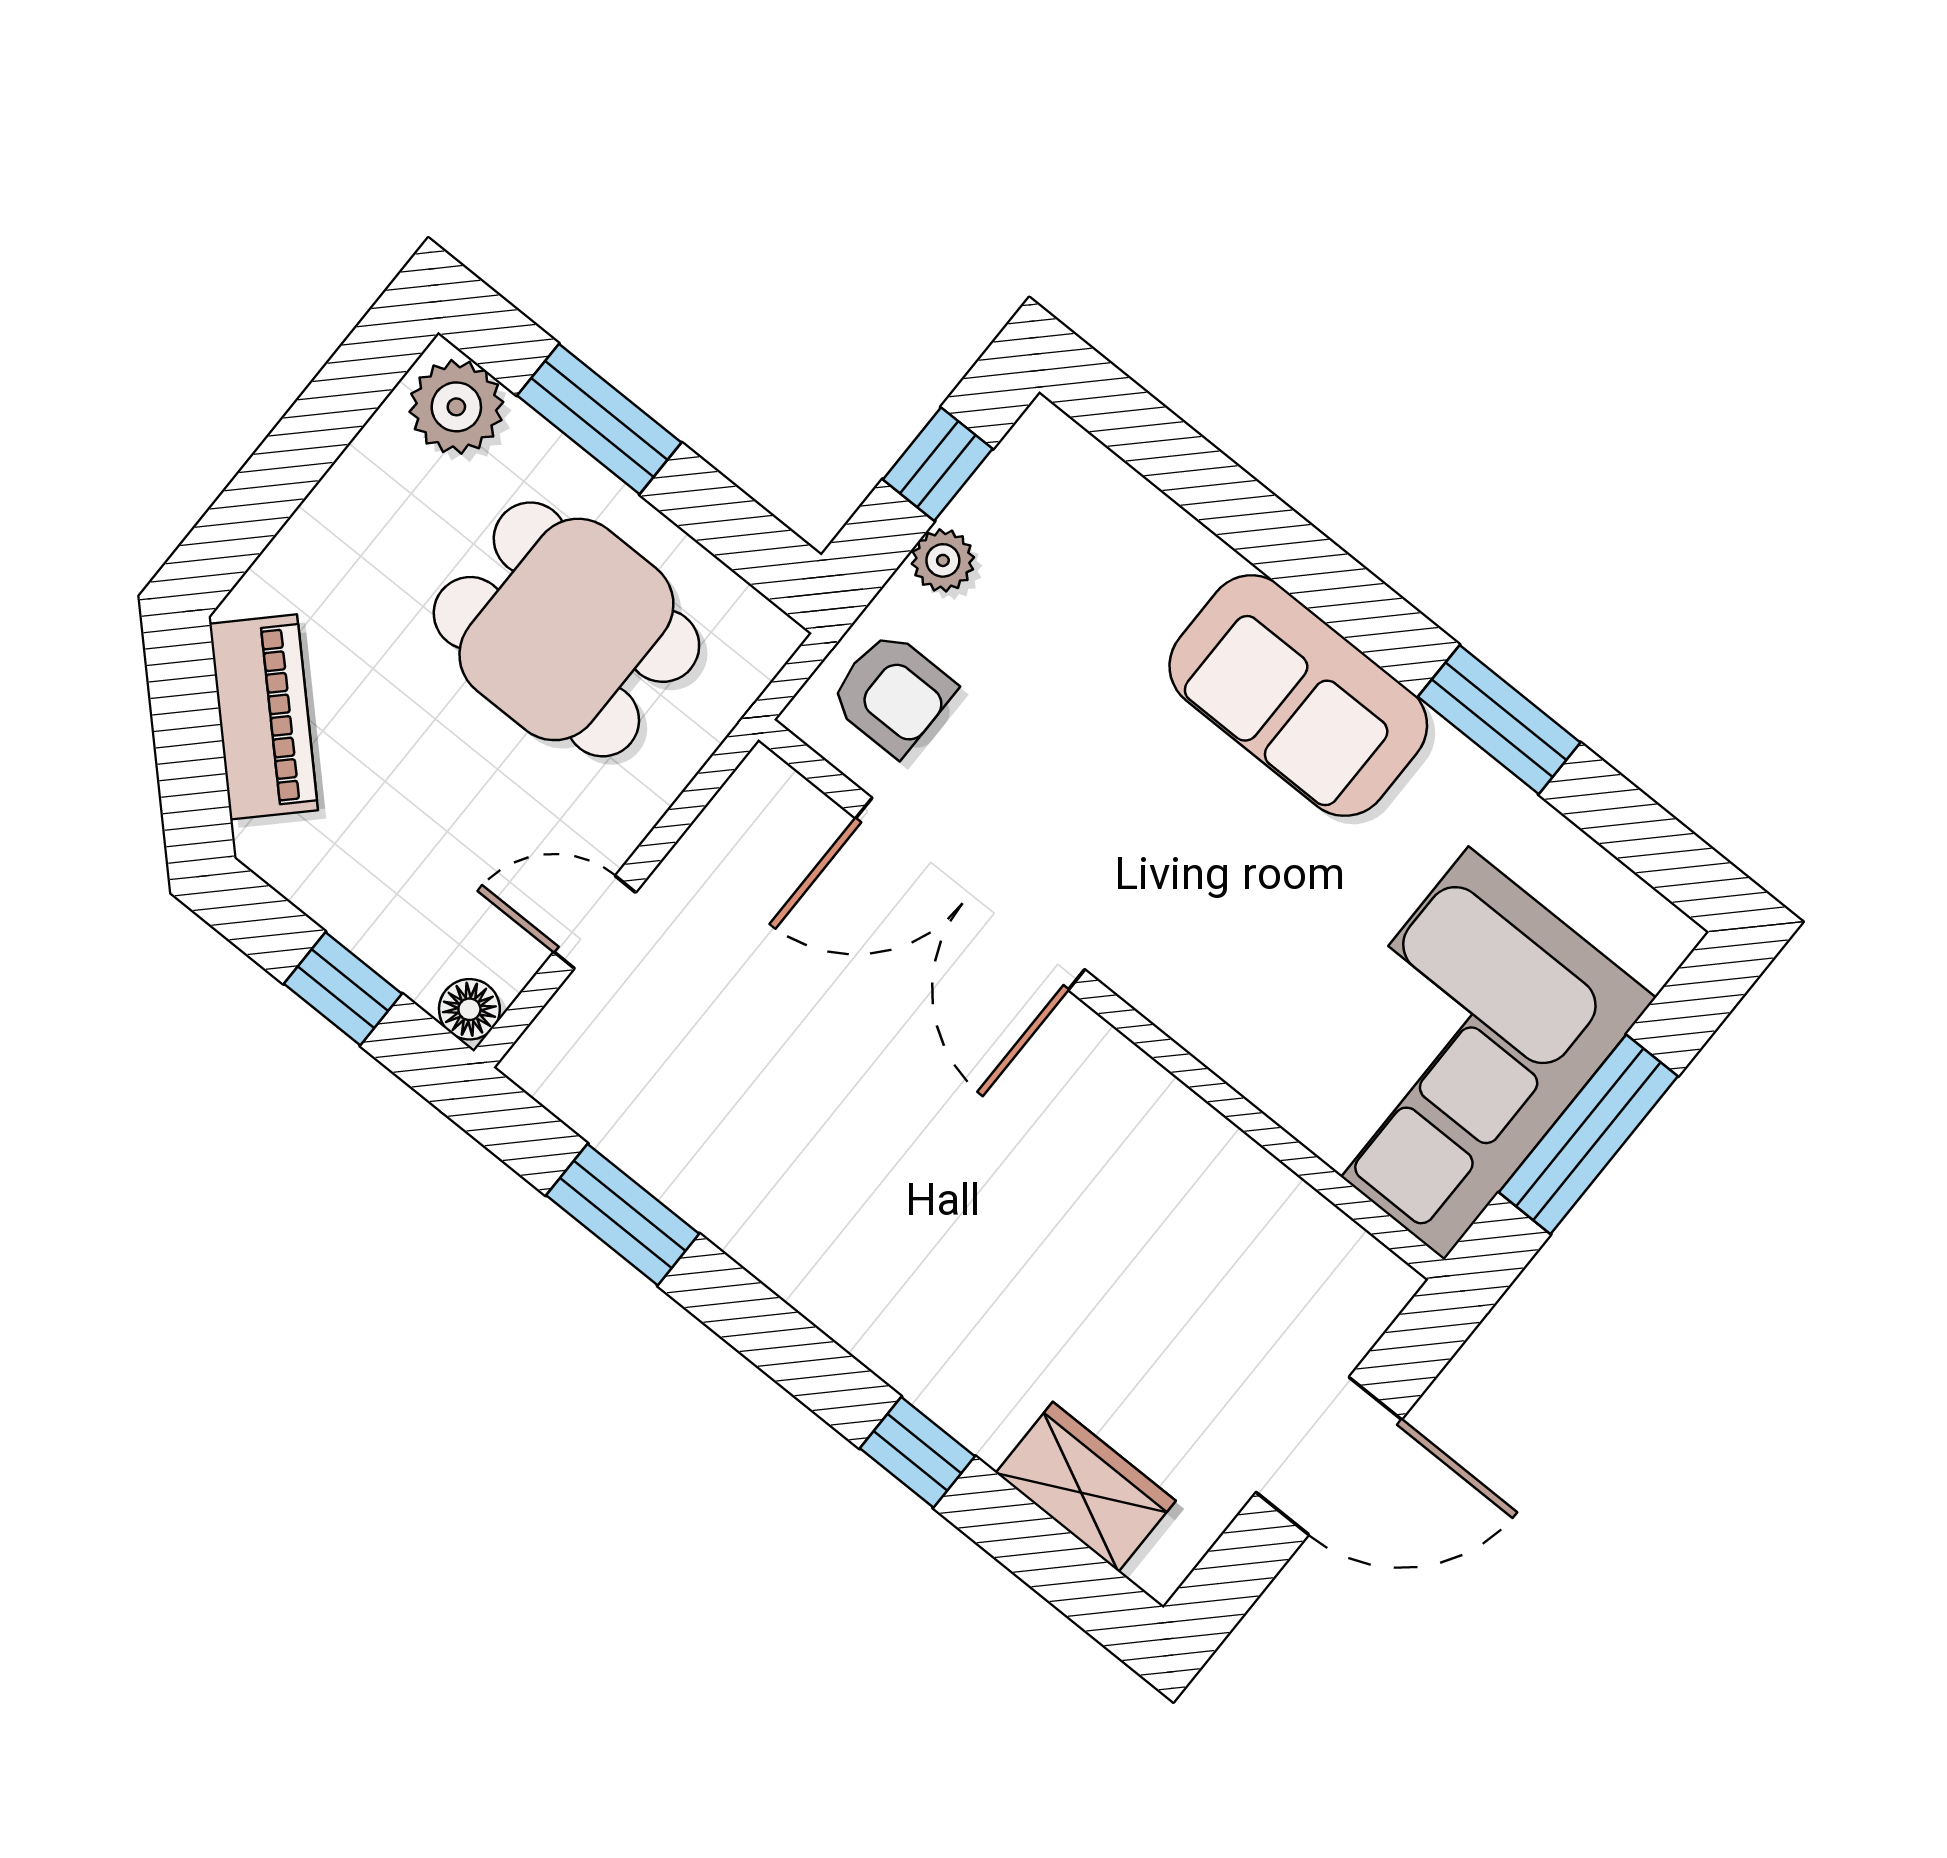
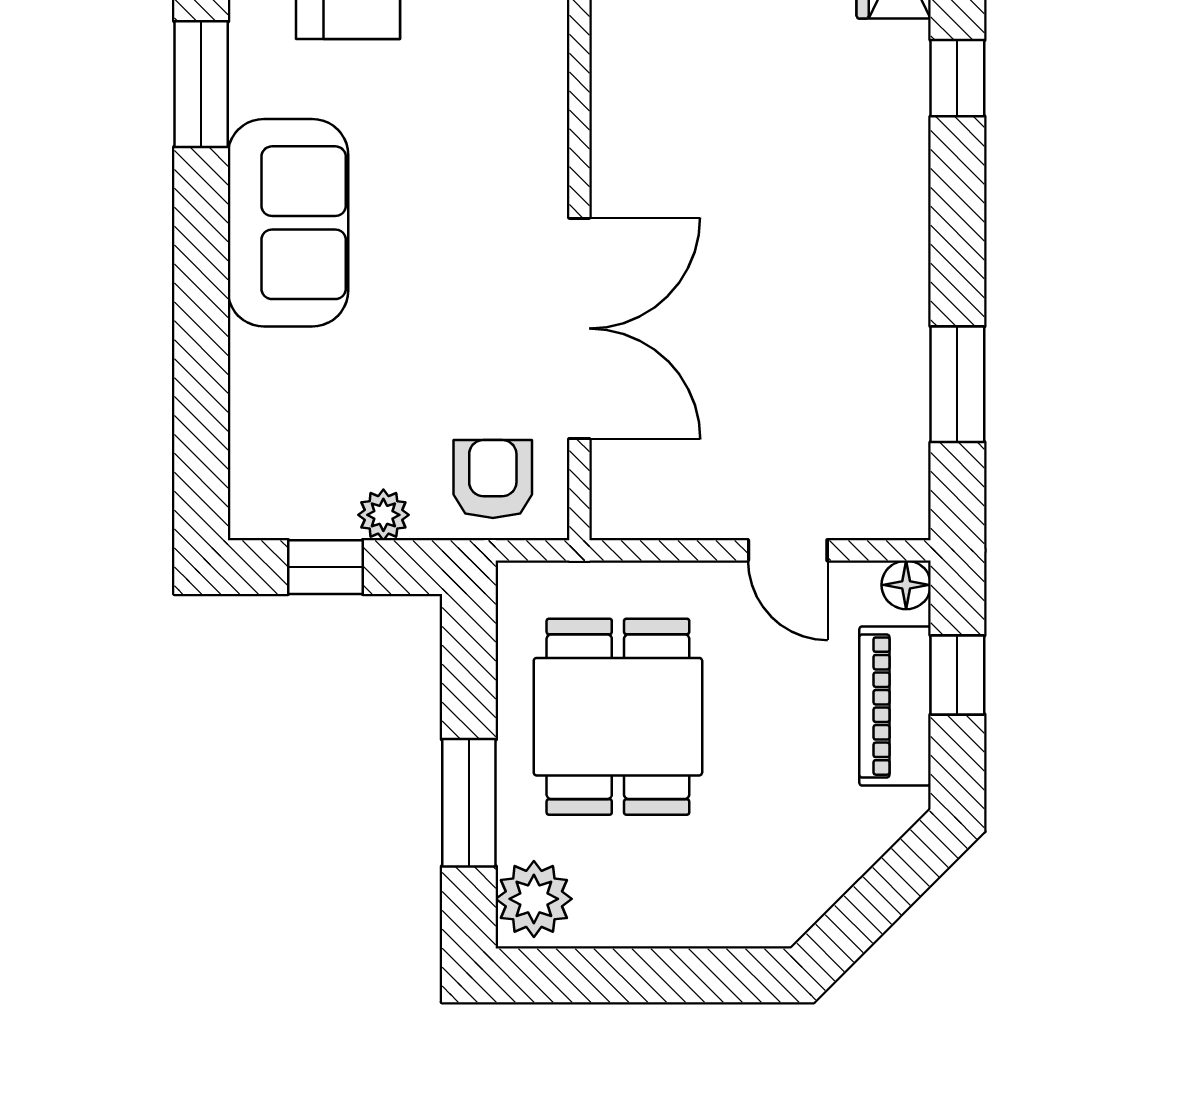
piano: (264, 717) -> (895, 706), moved, turned -45

